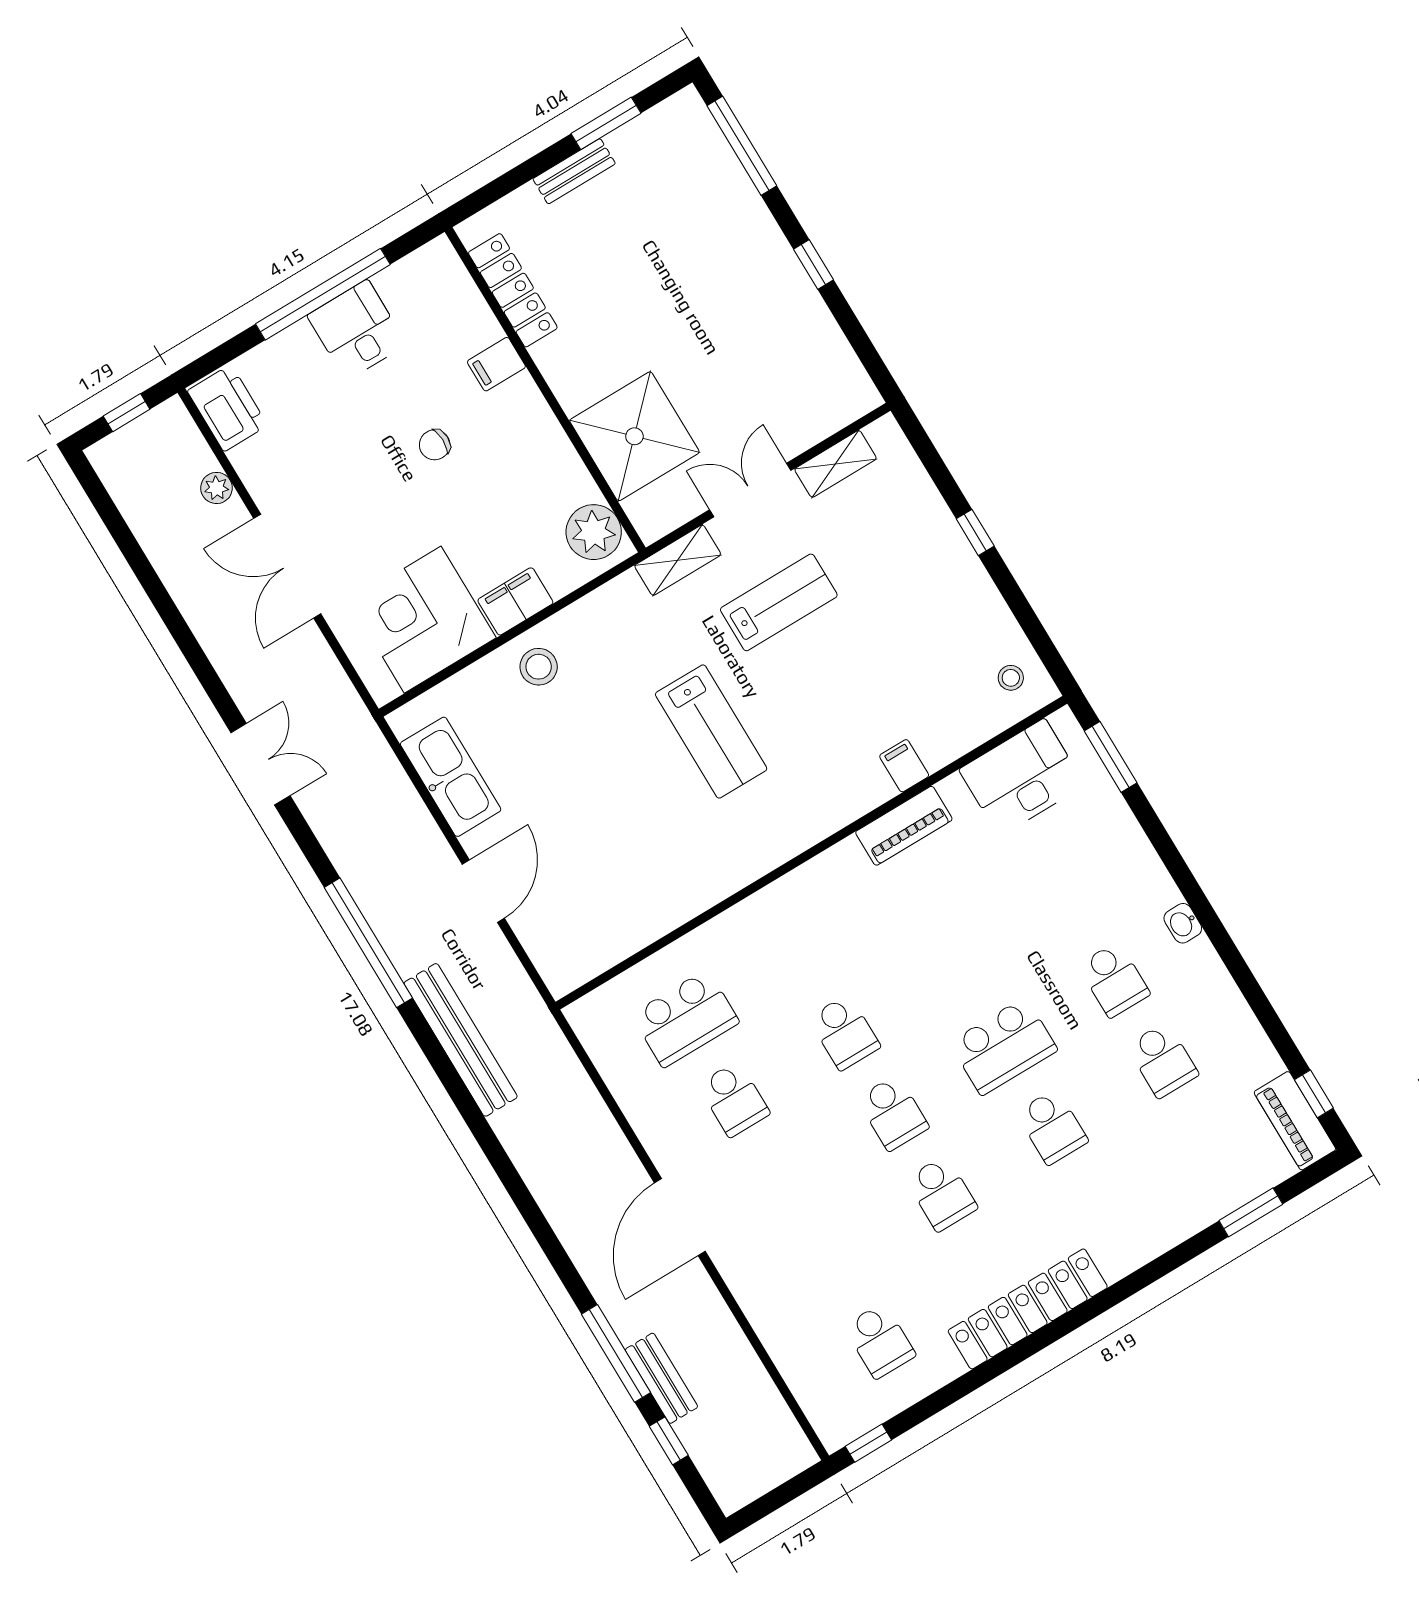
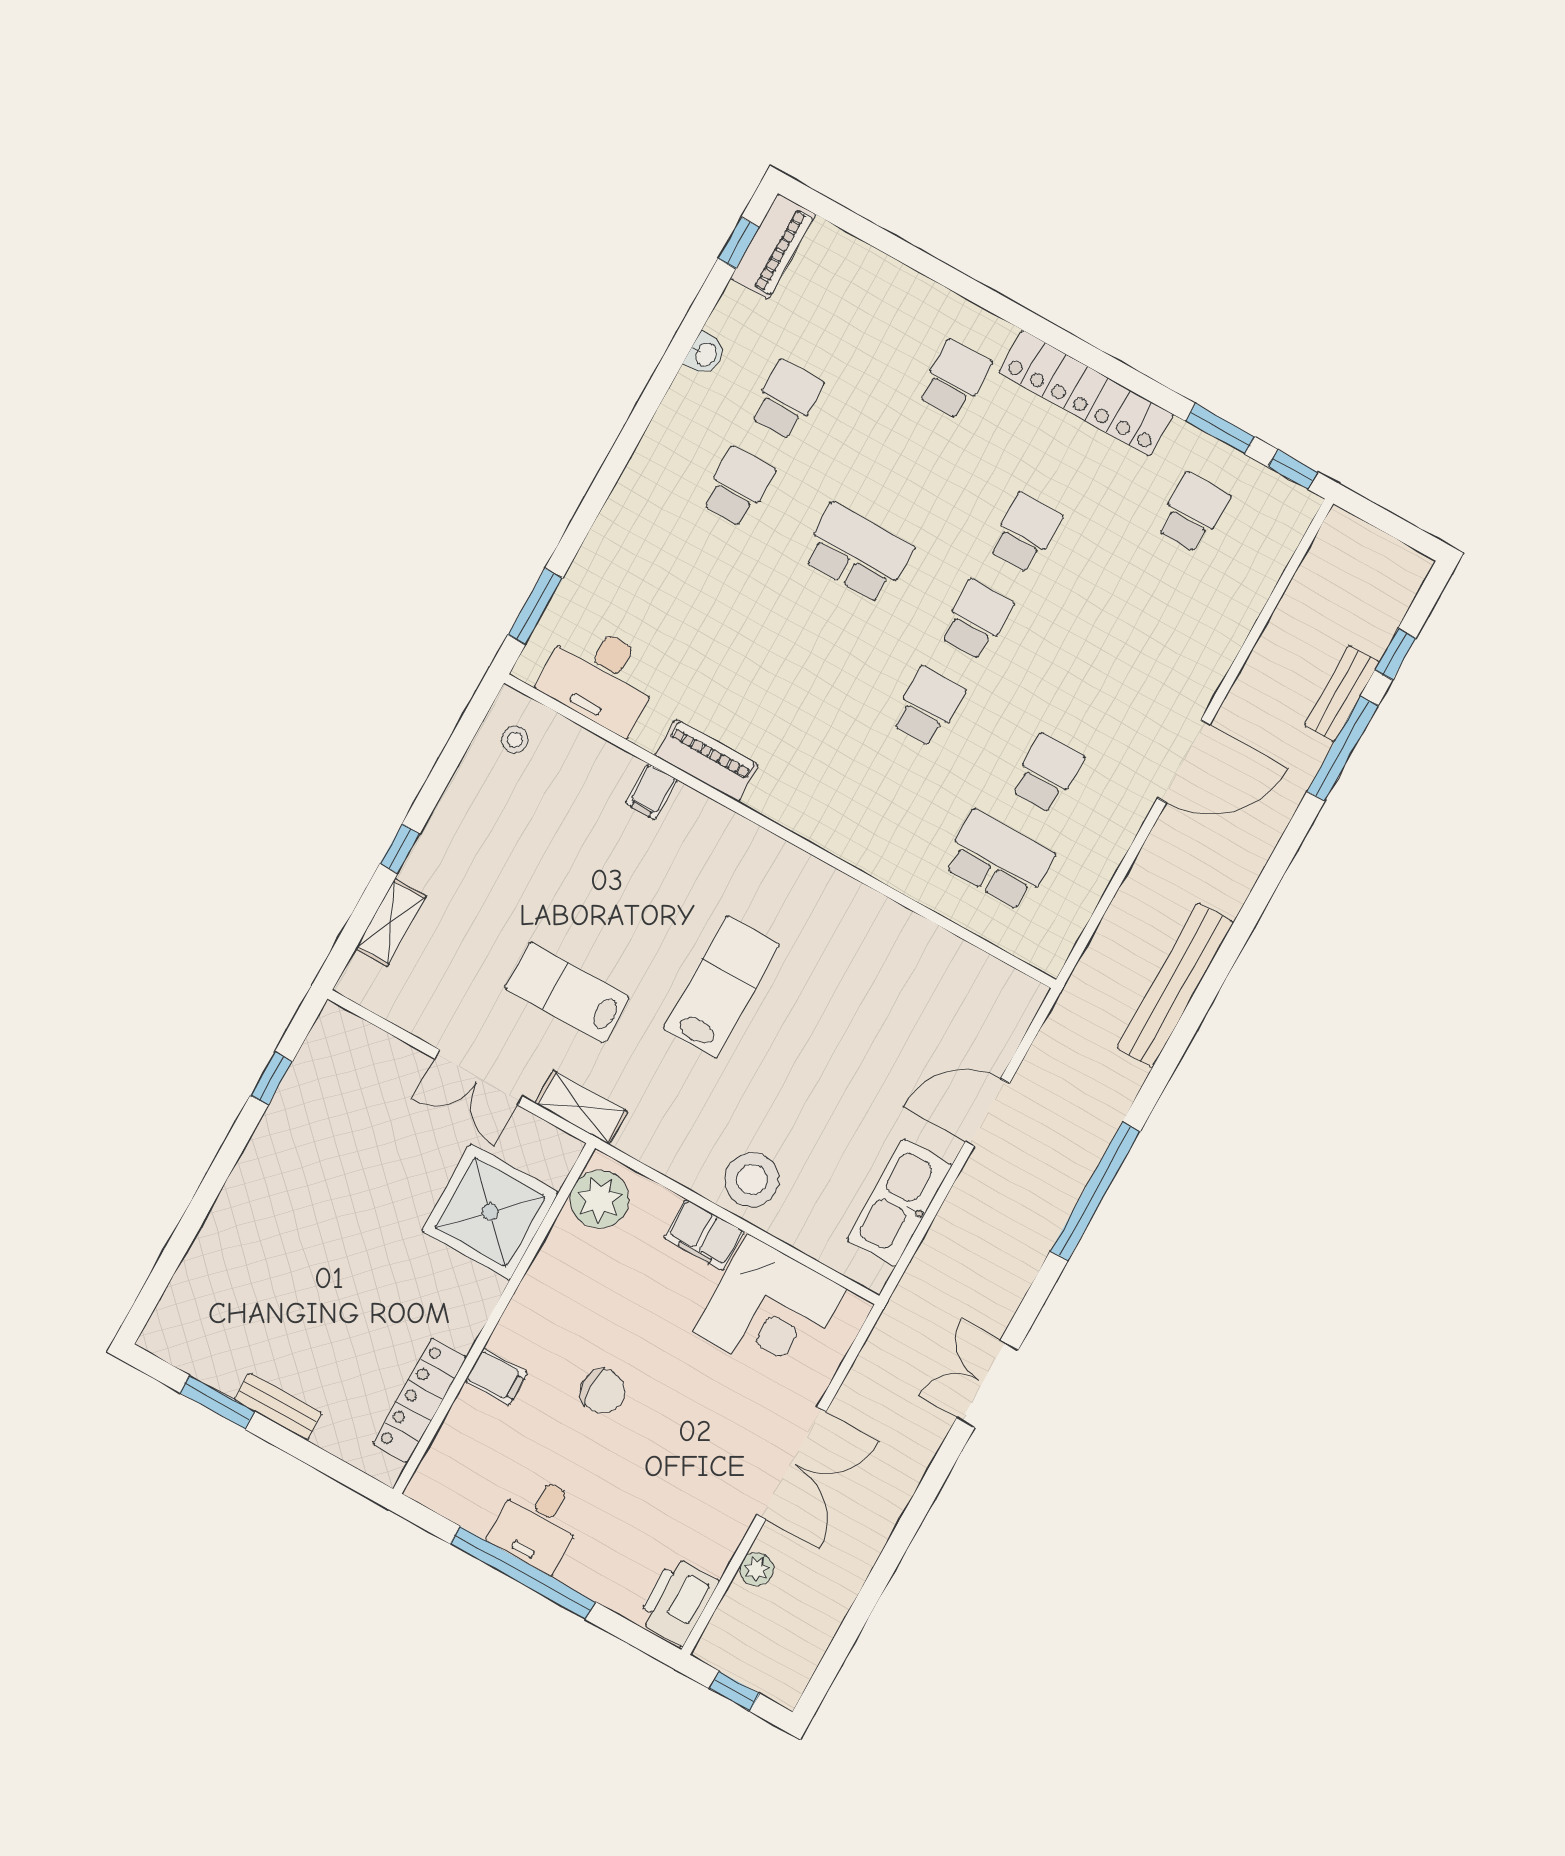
window: (742, 146) -> (167, 1266), removed
window: (814, 264) -> (271, 1078), moved
chair: (435, 445) -> (603, 1391), width x1.37, depth x1.37
shelving: (836, 464) -> (391, 922), moved, turned 90
stool: (539, 667) -> (752, 1179), width x1.38, depth x1.38
washbasin: (1183, 923) -> (705, 354), moved
bench: (461, 1040) -> (1175, 985), moved
school desk: (1052, 1127) -> (954, 379), moved
window: (1251, 1212) -> (1220, 429), moved

